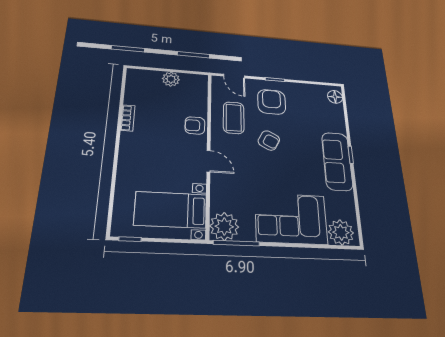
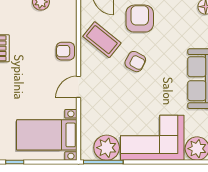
coffee table: (234, 118) -> (102, 40), turned -51
door: (209, 161) -> (79, 87), swing flipped
plant: (224, 226) -> (107, 148), moved

